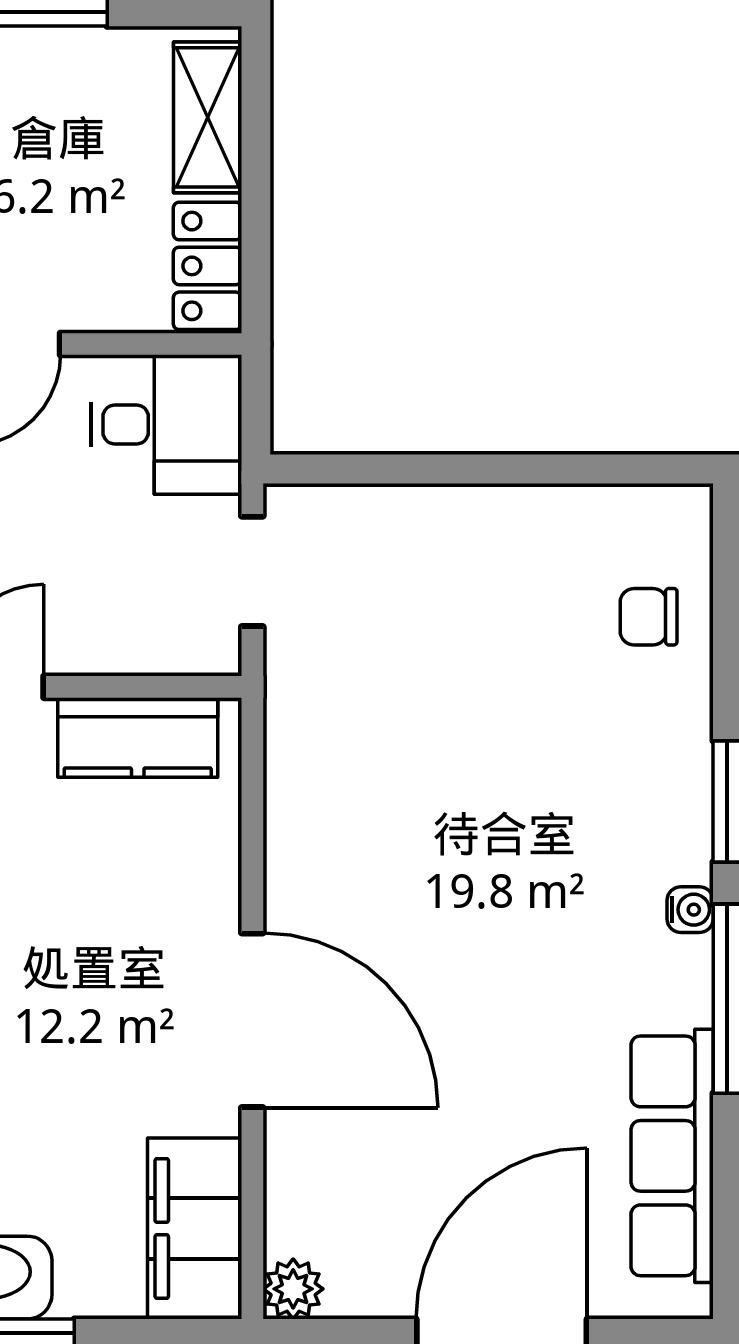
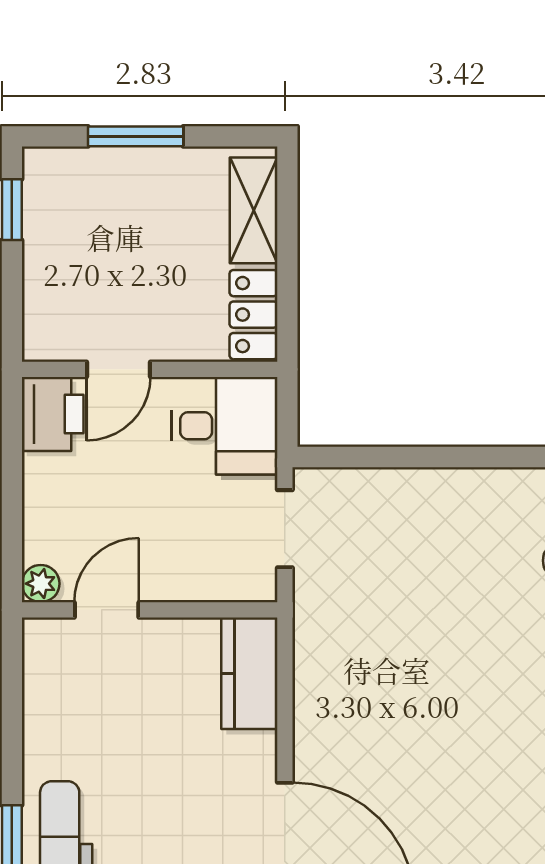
kitchen counter: (138, 738) -> (249, 673), moved, turned 90

